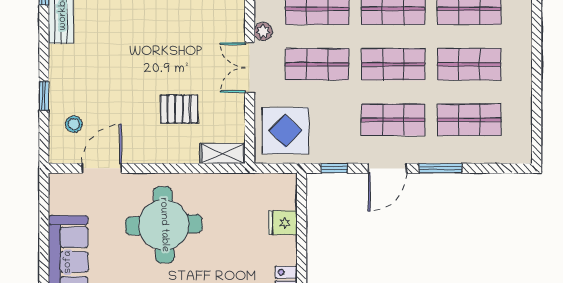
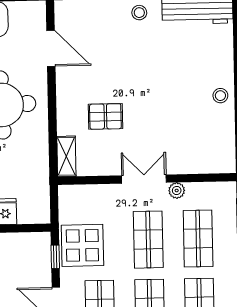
pallet: (179, 109) -> (105, 116), turned 90
stool: (74, 124) -> (139, 13), moved
display table: (285, 131) -> (82, 245), moved

